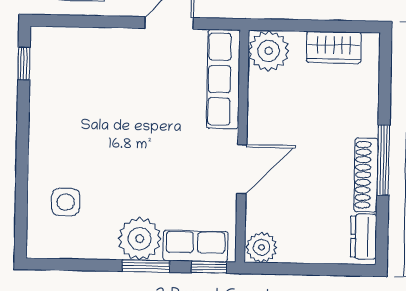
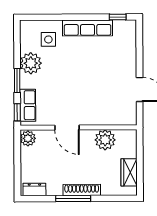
plant: (269, 51) -> (105, 140), moved
row of seats: (223, 79) -> (88, 28), moved, turned 180
shoe rack: (366, 175) -> (82, 190), moved
plant: (140, 239) -> (31, 63), moved

